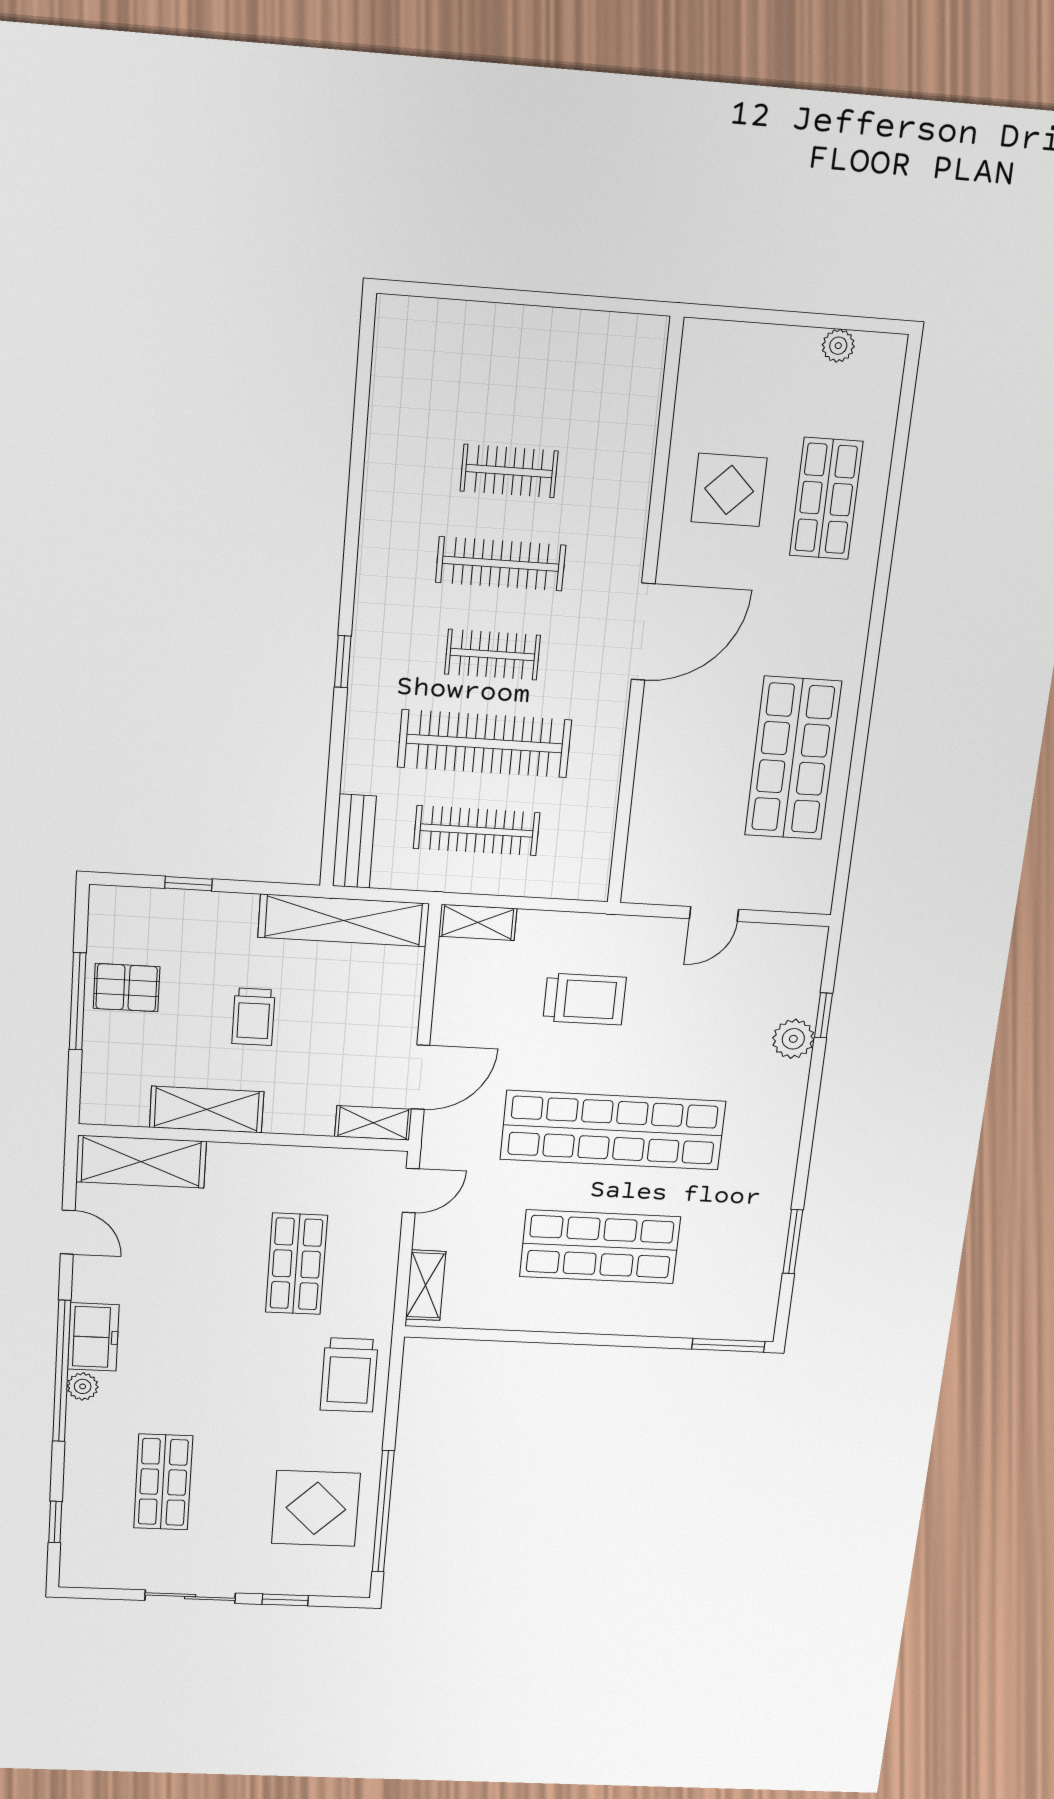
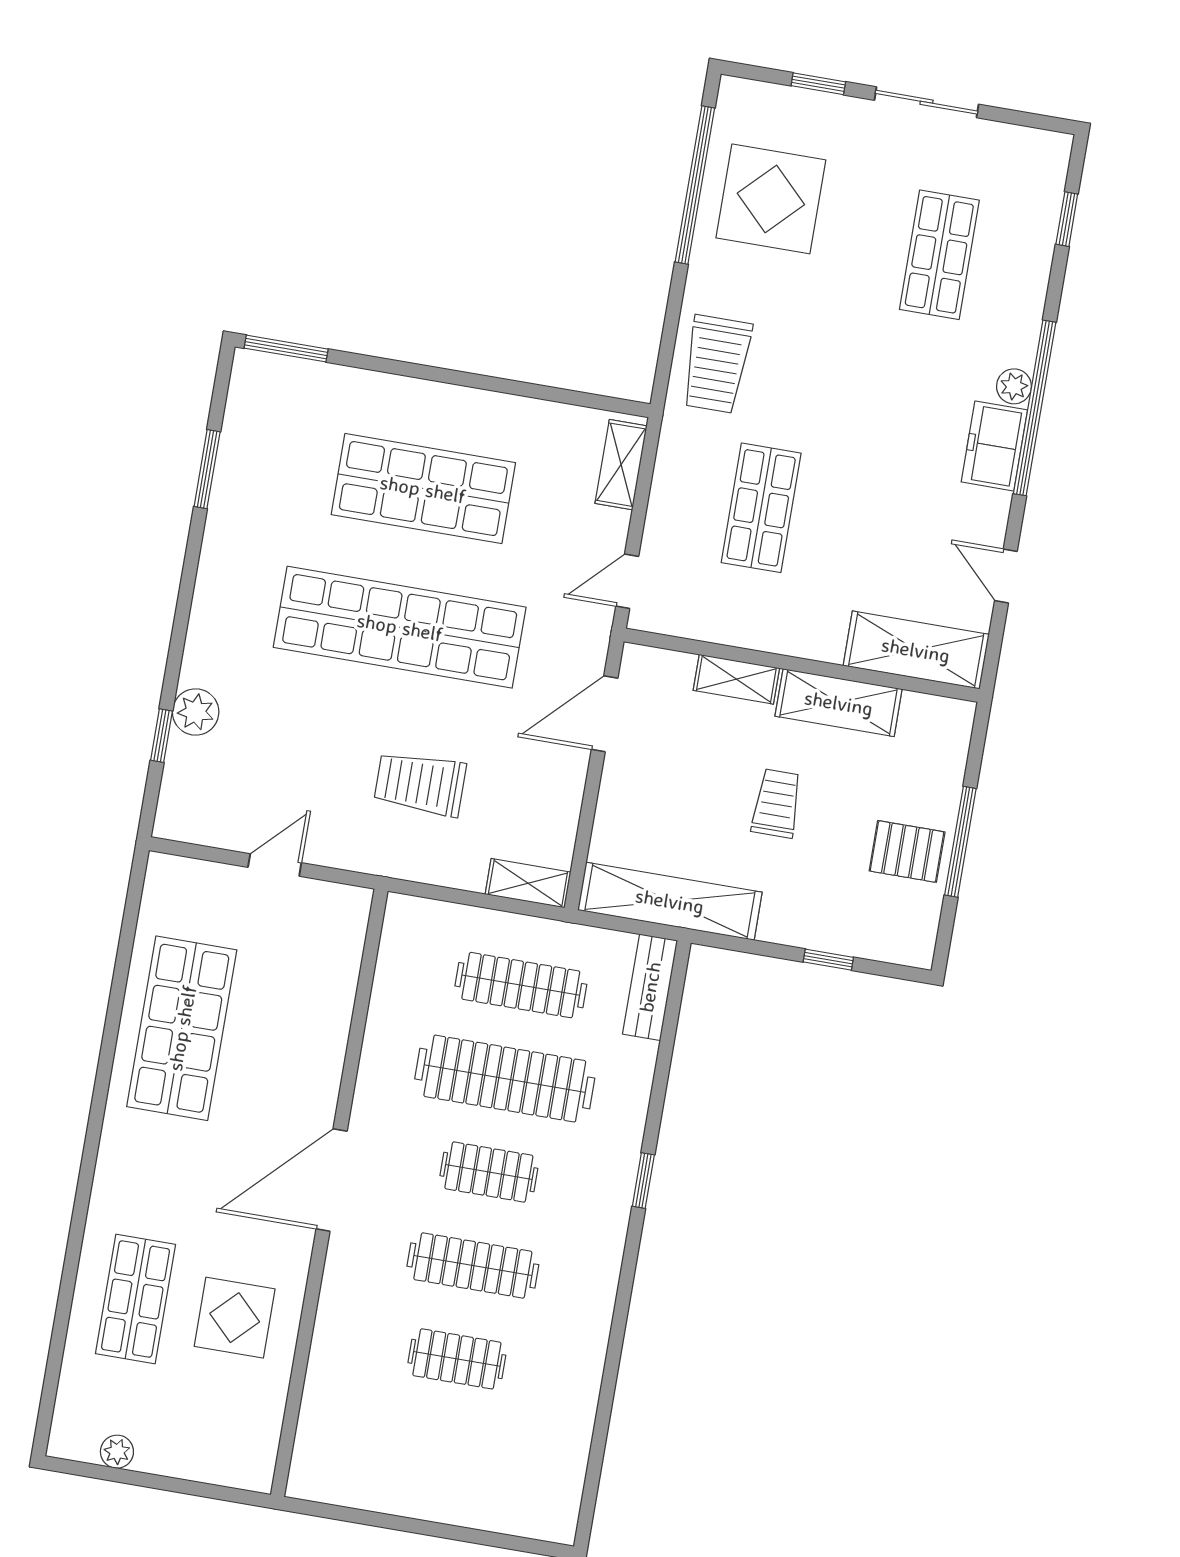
shelving: (373, 1123) -> (736, 679), moved
trolley: (349, 1375) -> (716, 364), turned 180

